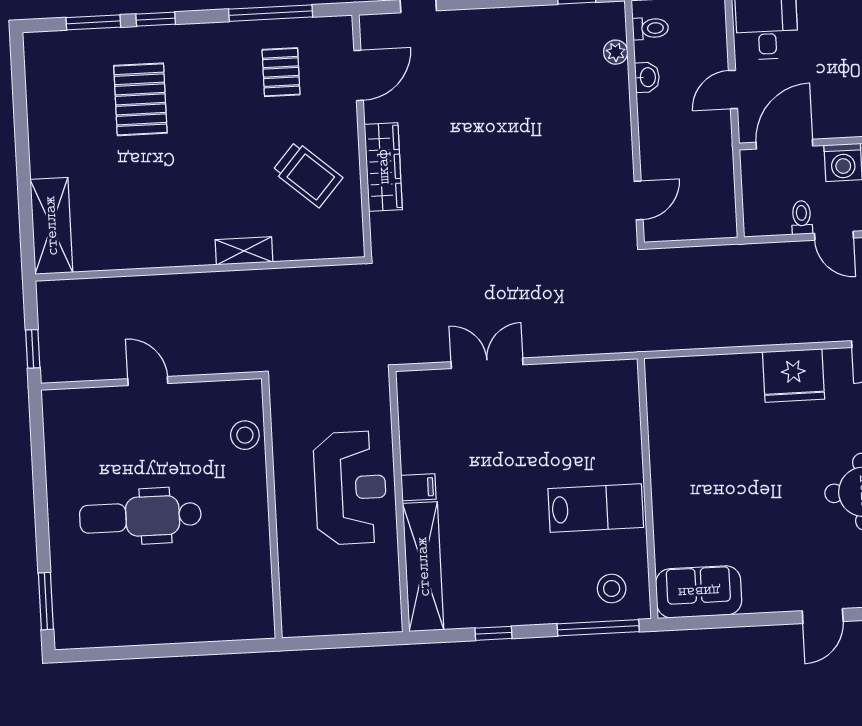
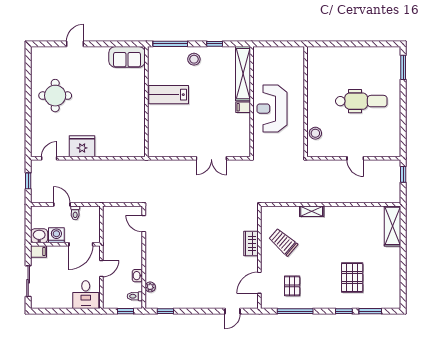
wardrobe: (383, 167) -> (251, 243), width x0.67
door: (639, 200) -> (144, 224), hinge flipped
stool: (612, 589) -> (194, 59), moved

